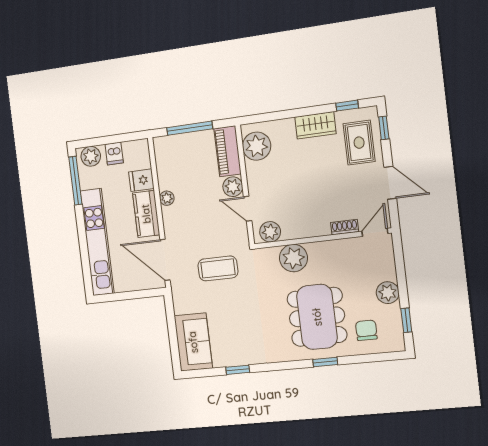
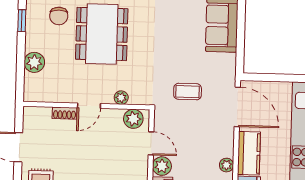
door: (375, 232) -> (89, 106), moved
plant: (293, 258) -> (121, 98), width x0.53, depth x0.53
coffee table: (218, 268) -> (188, 92), width x0.73, depth x0.77
plant: (388, 293) -> (34, 62), moved

